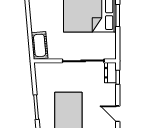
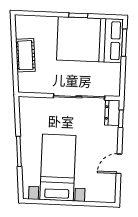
cot: (40, 45) -> (25, 55), moved
door: (118, 114) -> (119, 164), hinge flipped

